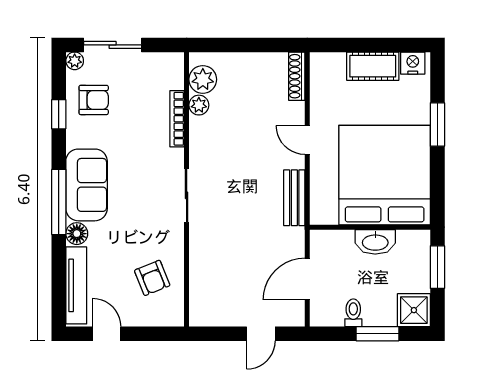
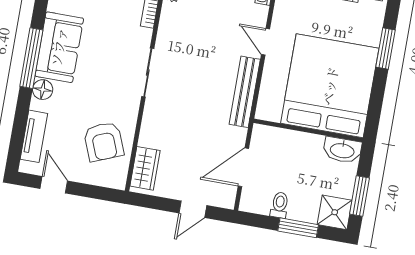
bench: (294, 198) -> (245, 92), width x1.36
washbasin: (375, 242) -> (342, 150), moved
window: (437, 267) -> (360, 196), moved
armchair: (152, 278) -> (104, 142), width x1.38, depth x1.38
tv unit: (76, 285) -> (34, 136), width x0.71
wardrobe: (202, 299) -> (145, 168), added

